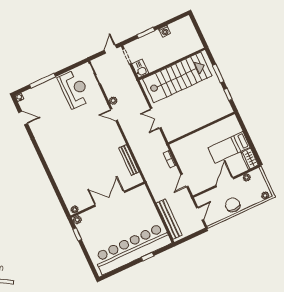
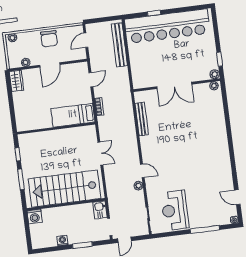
washing machine: (196, 45) -> (35, 216), added
bed: (229, 147) -> (73, 115), moved, turned 180

